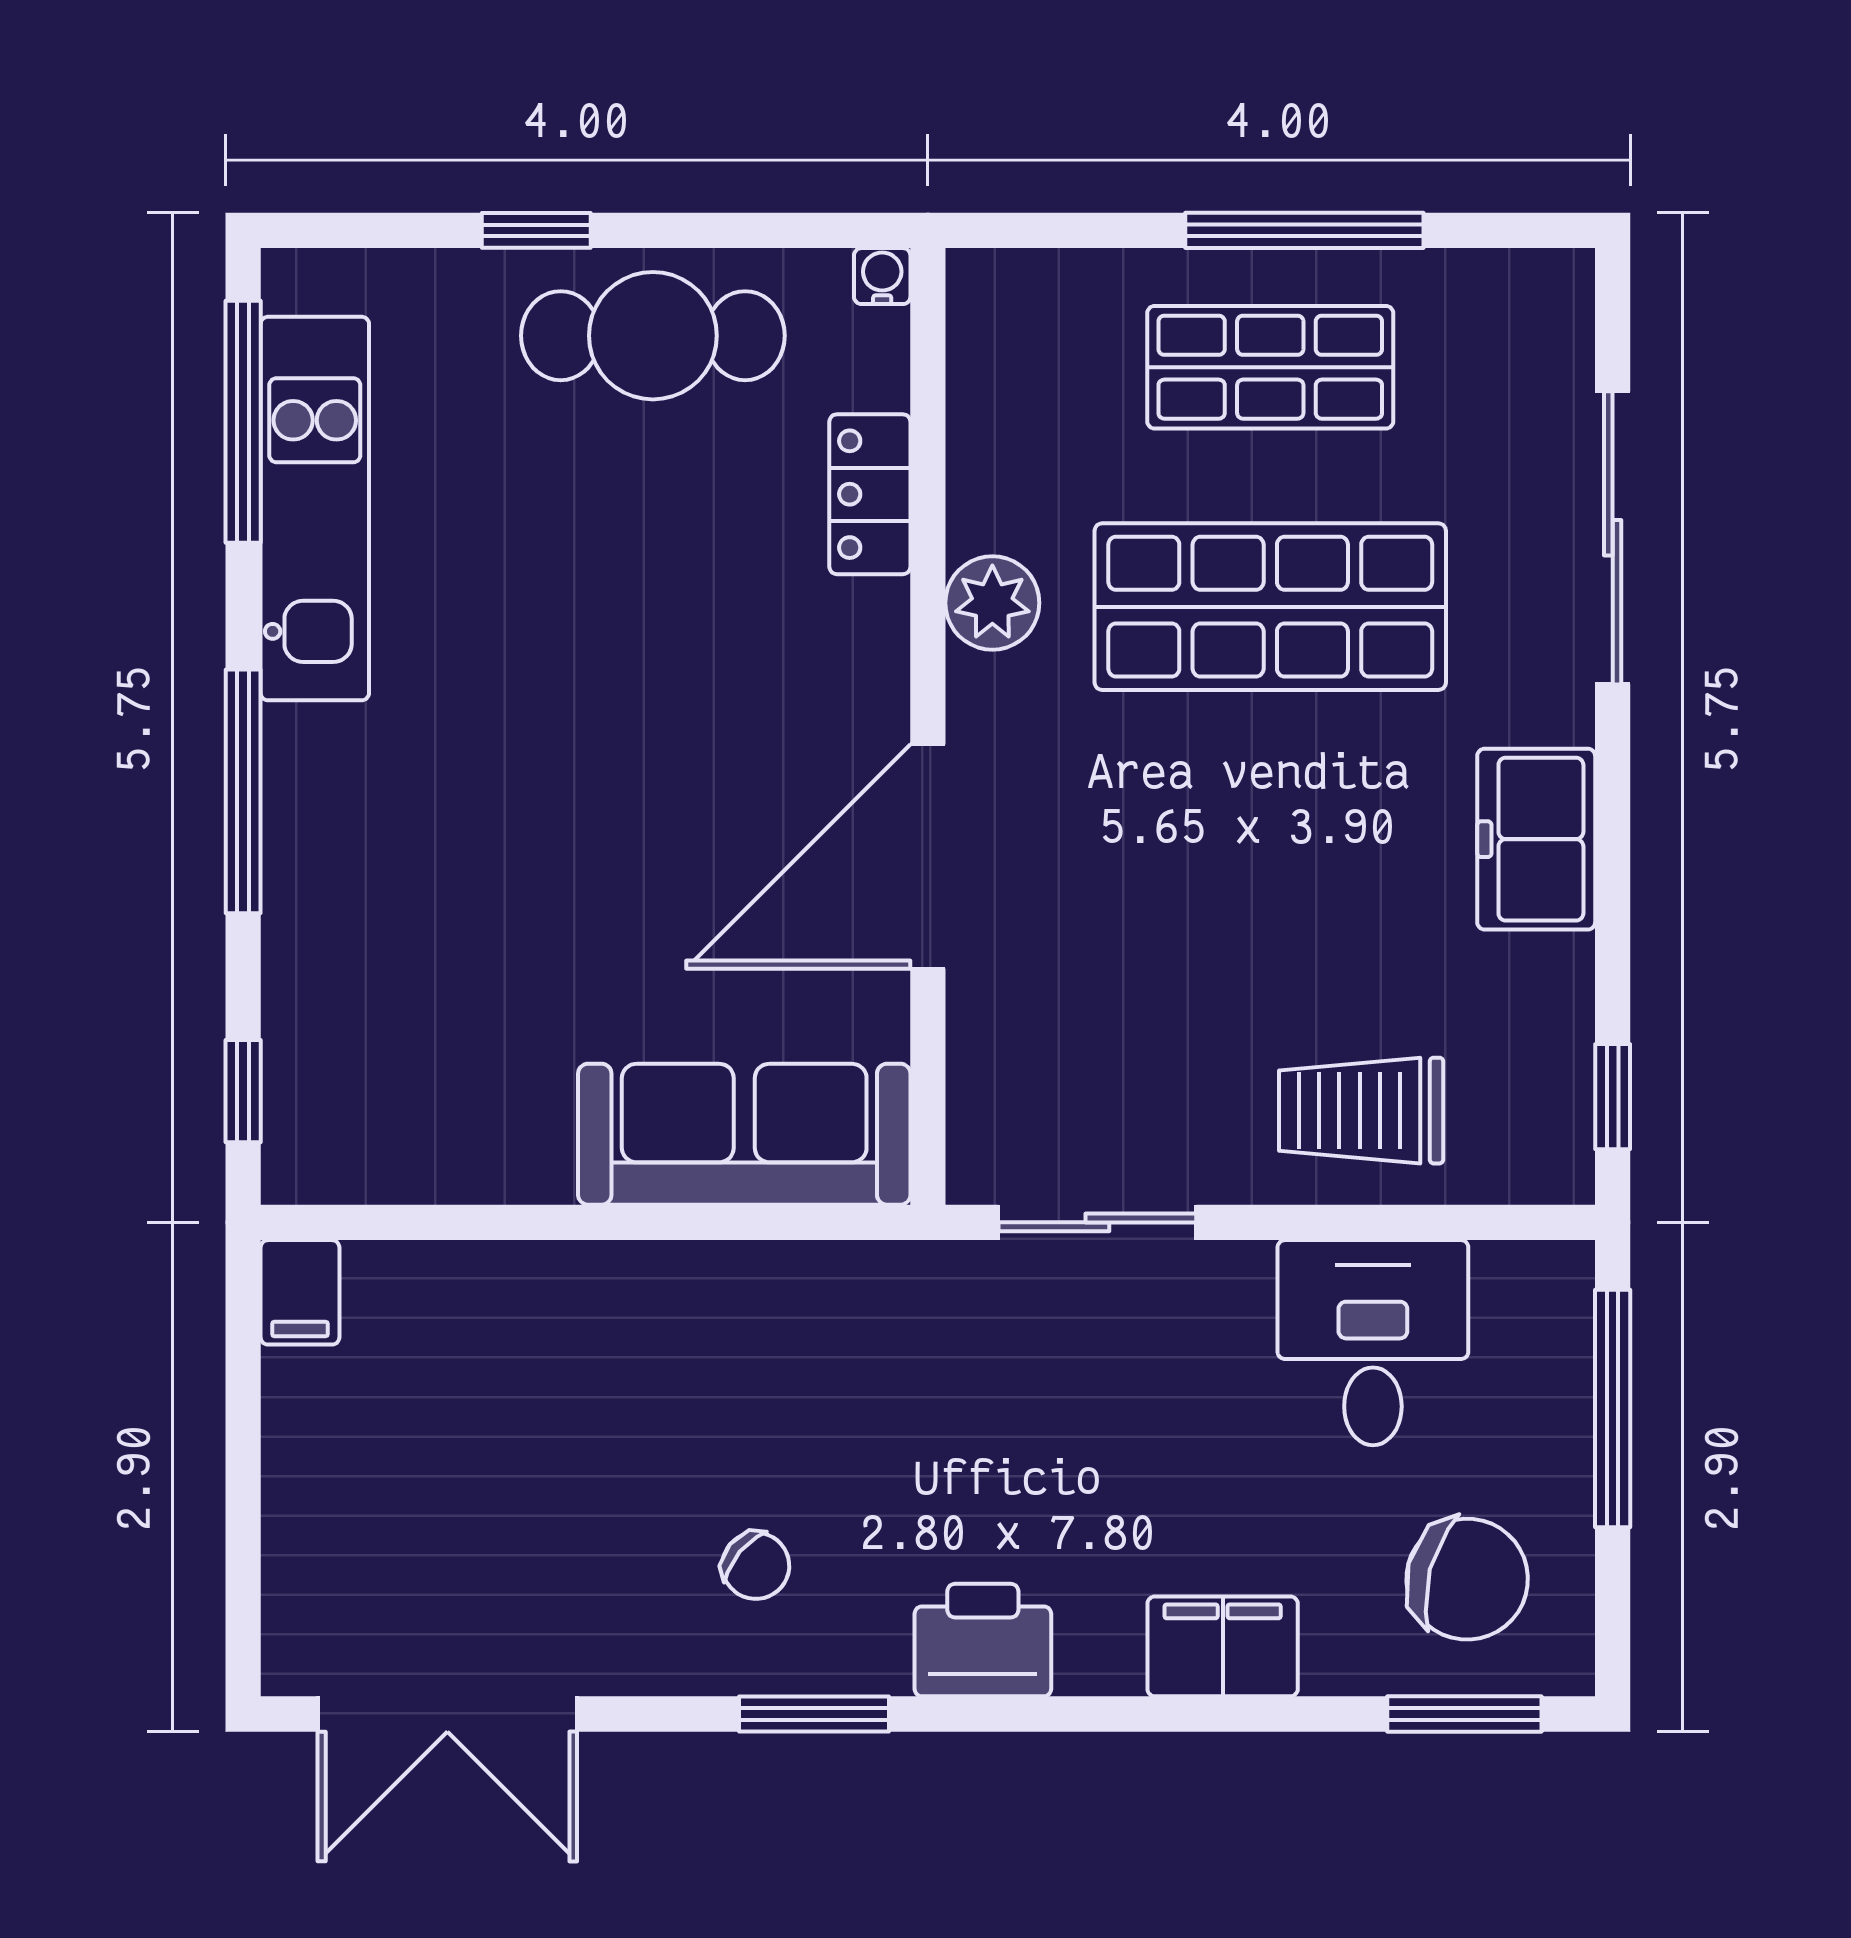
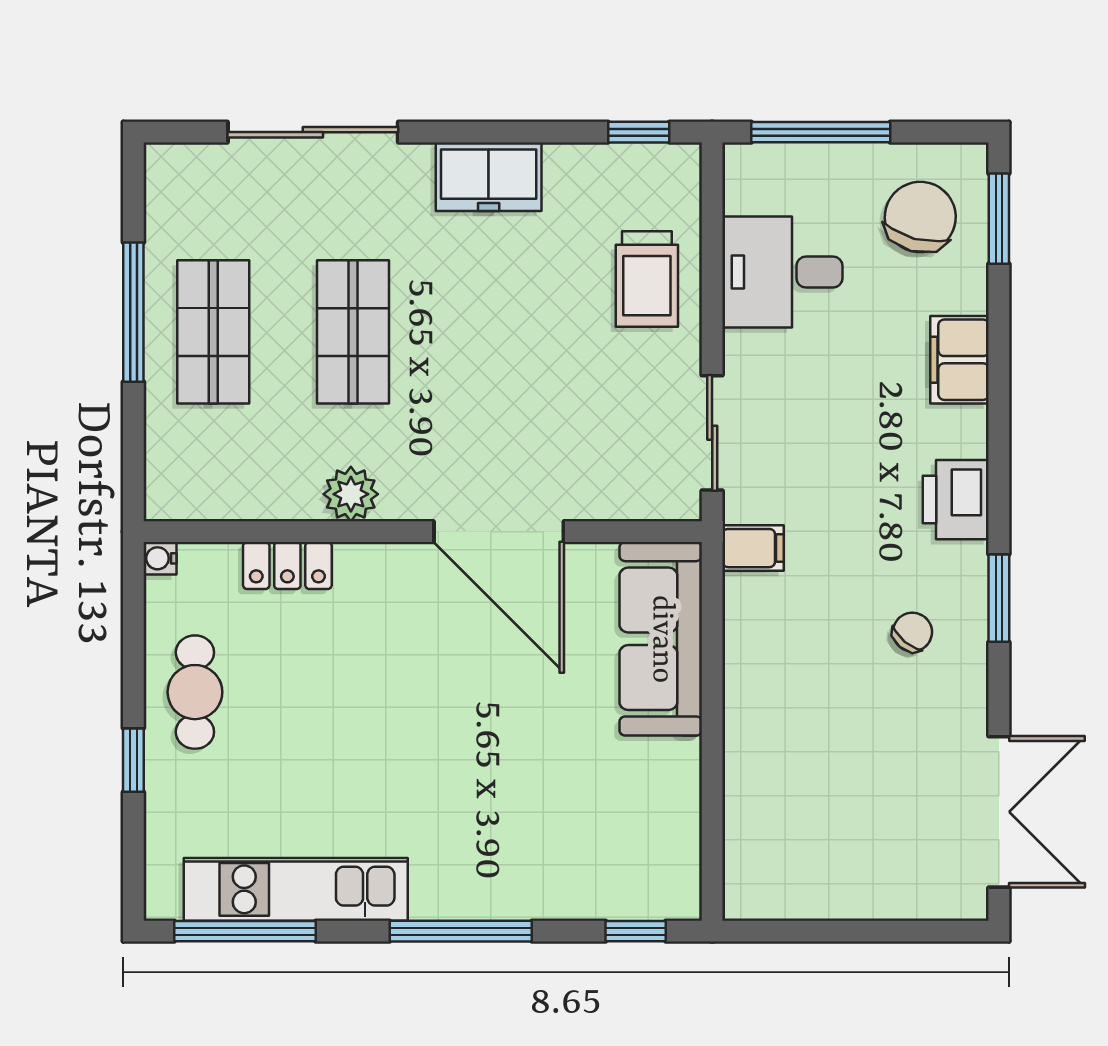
cafe table: (653, 336) -> (195, 692), width x0.73, depth x0.74
shop shelf: (1270, 607) -> (353, 332), width x0.70, depth x0.74
filing cabinet: (300, 1292) -> (753, 548), moved

